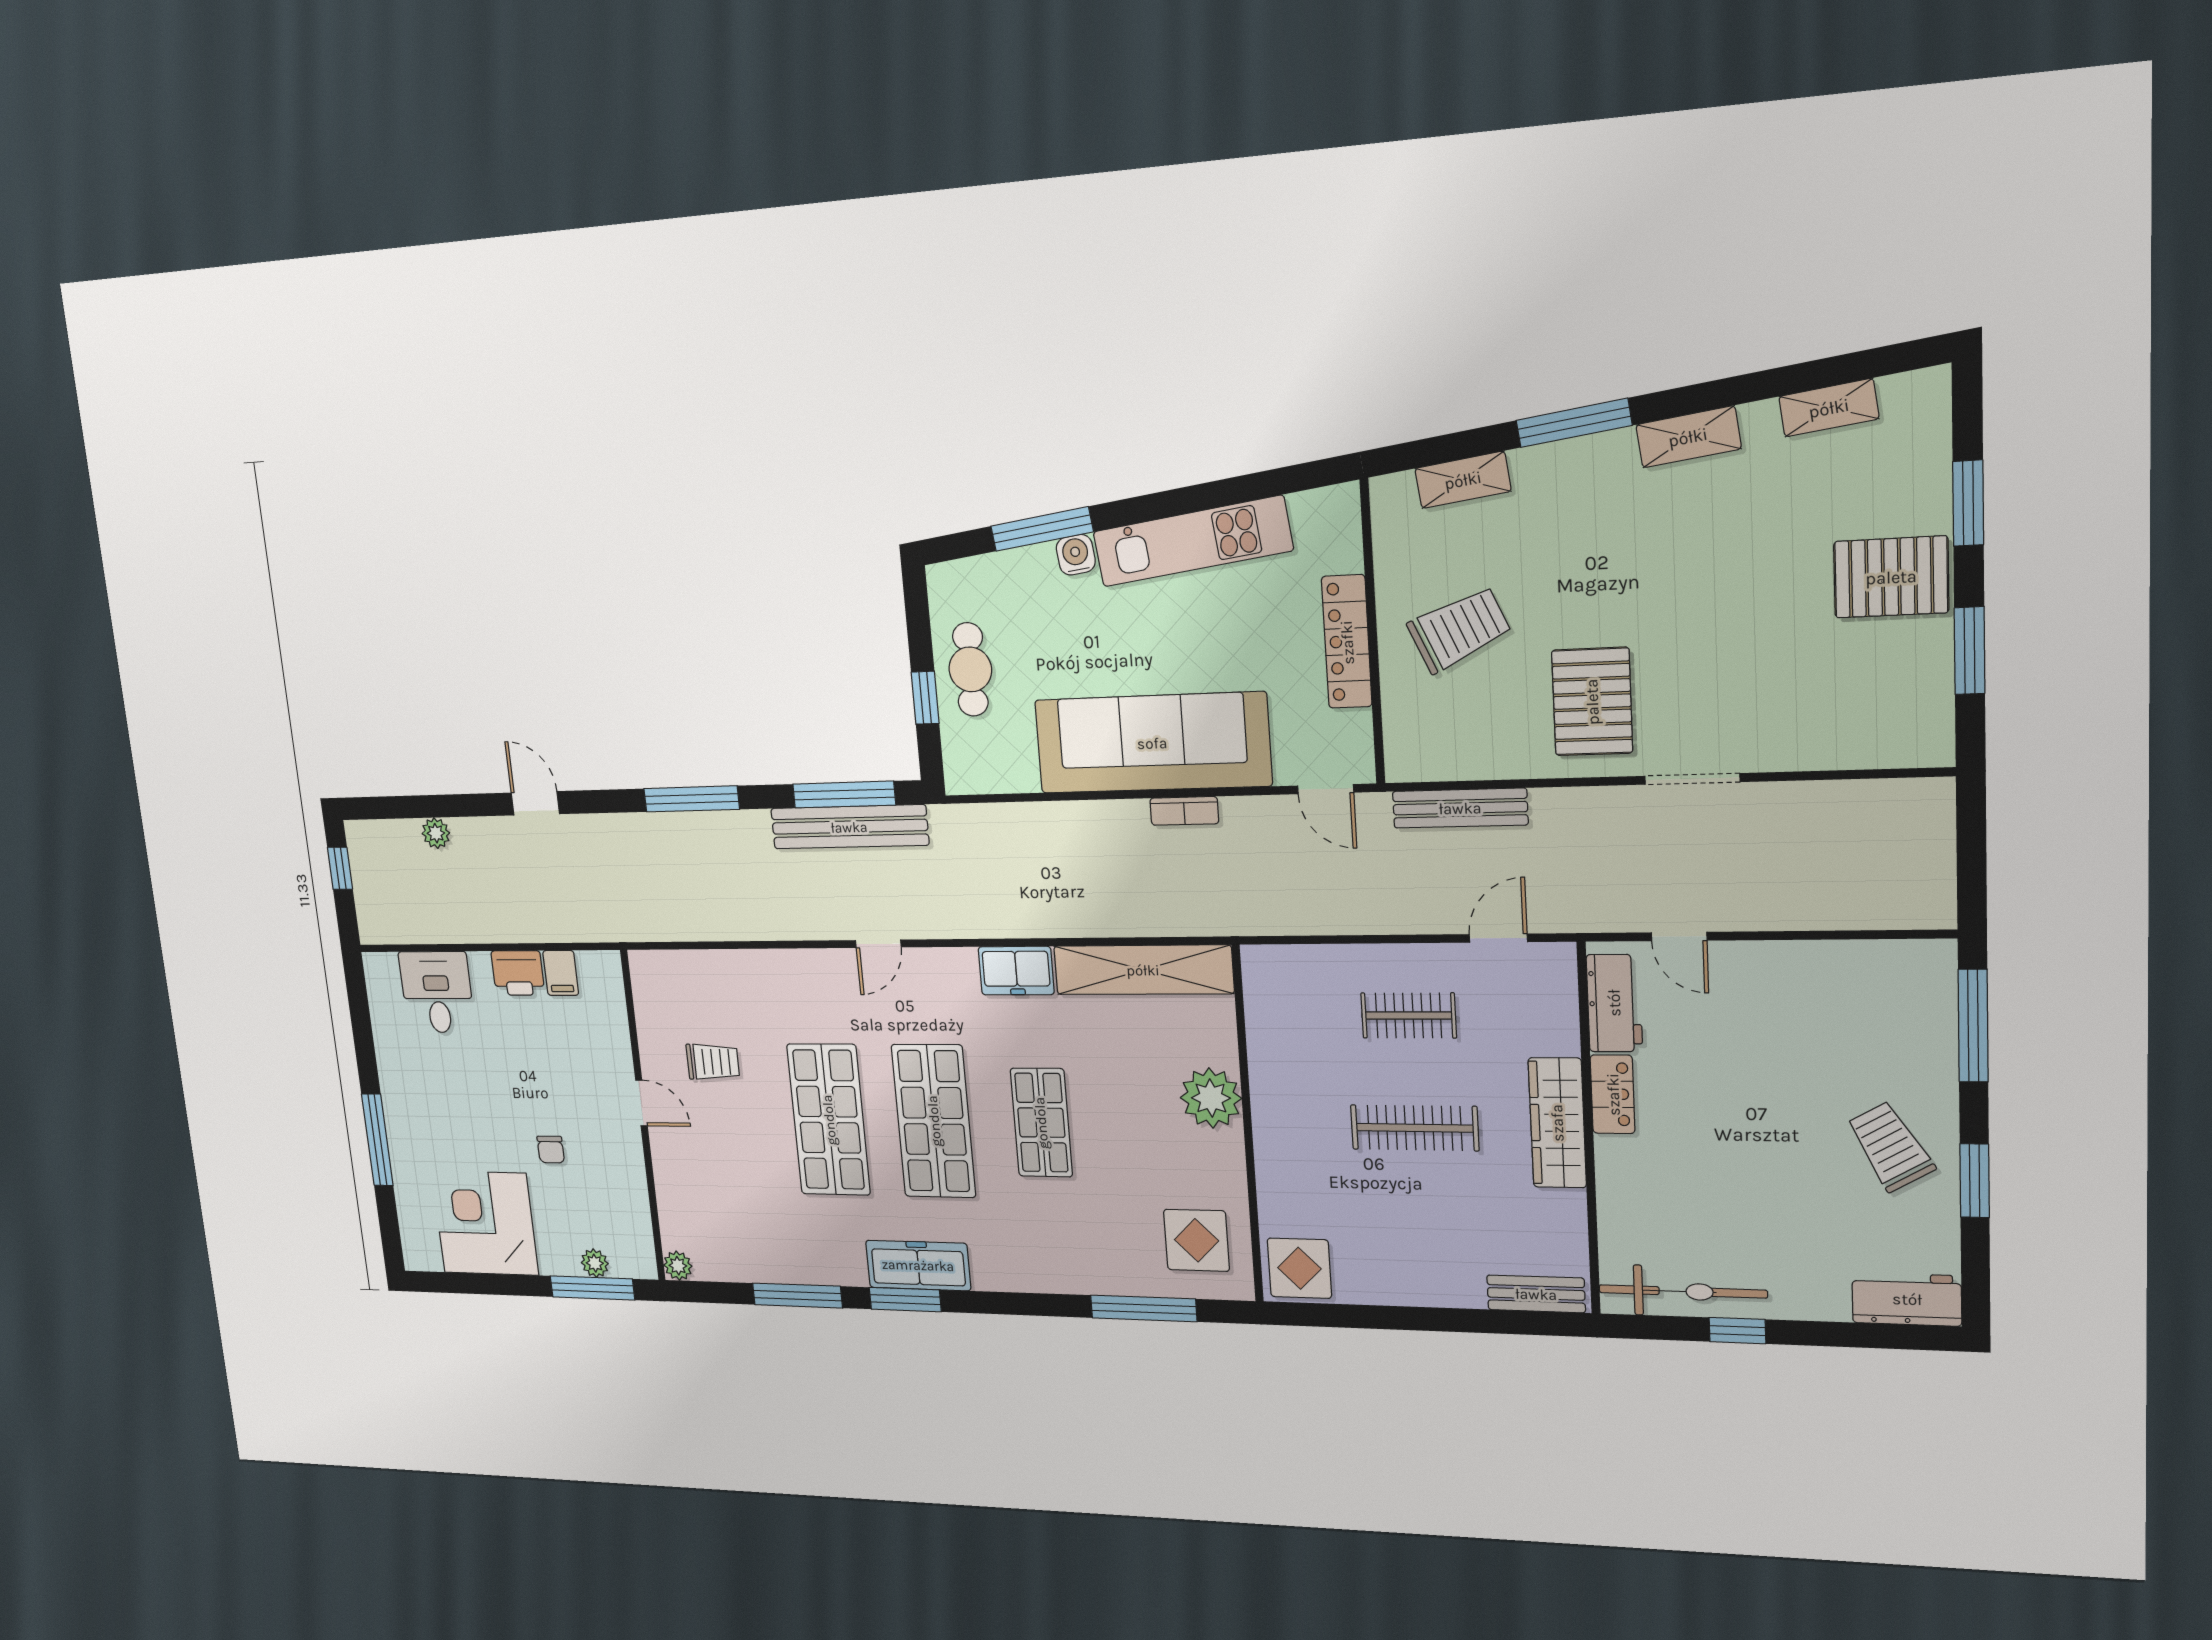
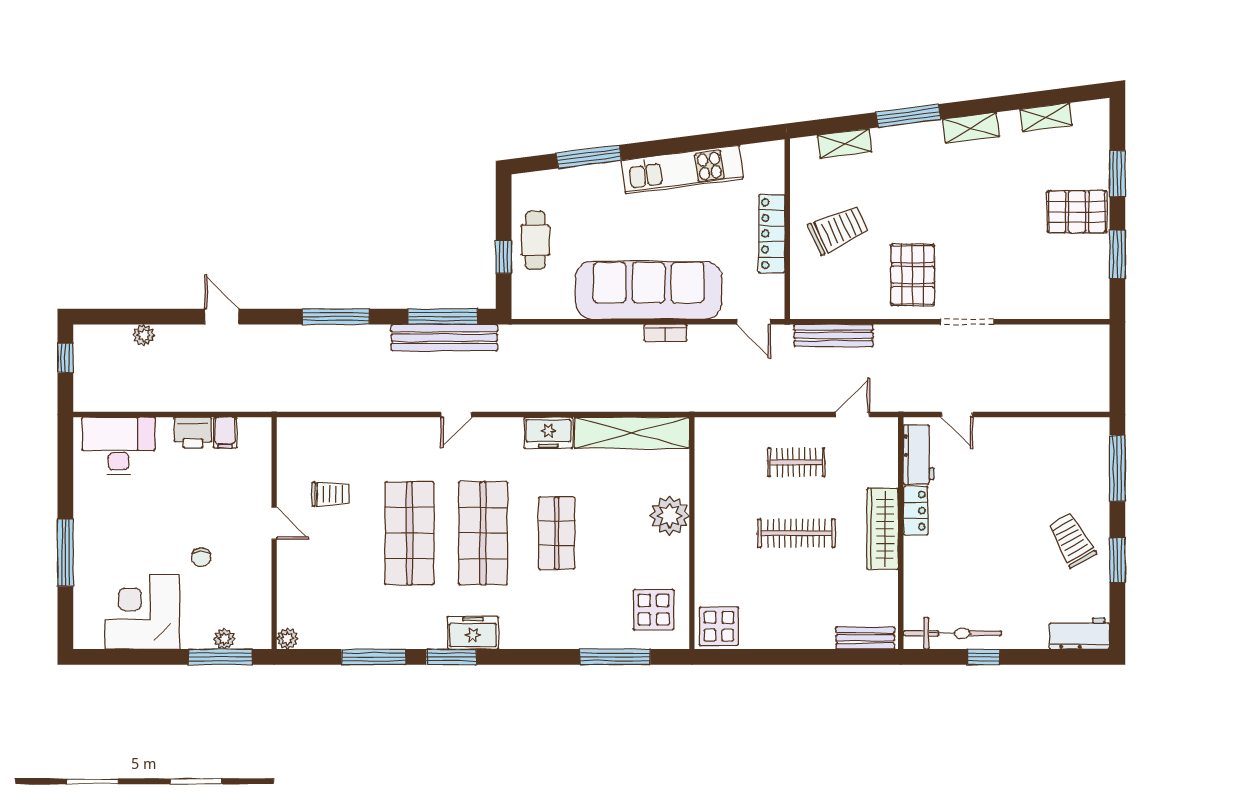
water cooler: (1076, 555) -> (609, 173), removed
desk: (437, 992) -> (119, 446), width x1.37
freezer: (918, 1265) -> (473, 633), width x0.71

